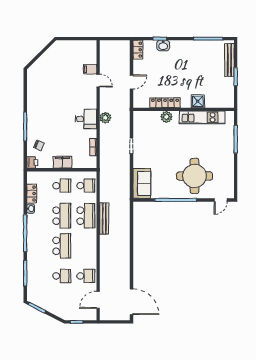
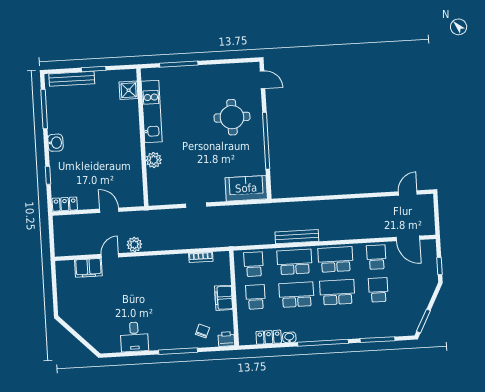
washbasin: (163, 45) -> (55, 143), moved
filing cabinet: (90, 69) -> (88, 268), width x2.00
shower: (198, 101) -> (129, 90), moved
locker: (165, 103) -> (135, 163), removed
plant: (105, 118) -> (134, 244), moved
desk: (86, 119) -> (134, 337), moved, turned 180
round table: (195, 176) -> (232, 117), width x0.73, depth x0.73
school desk: (86, 246) -> (335, 260), added
door: (131, 302) -> (408, 193), width x0.53

